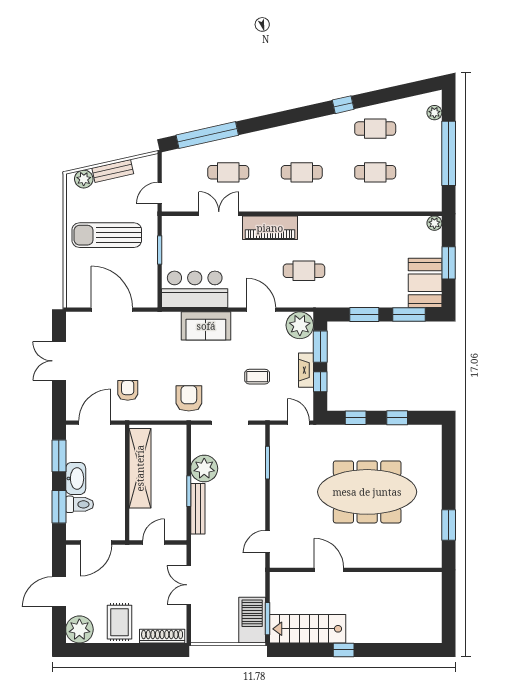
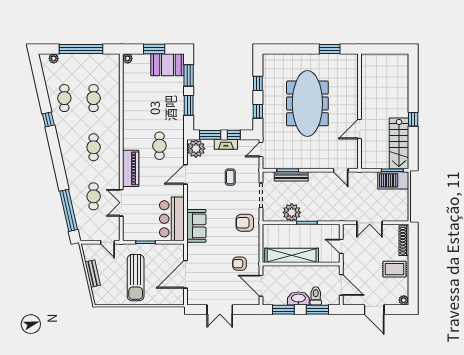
plant: (84, 179) -> (98, 293), removed
sofa: (206, 326) -> (196, 226), moved
bench: (198, 509) -> (291, 176), moved
plant: (79, 629) -> (404, 300), width x0.53, depth x0.53

